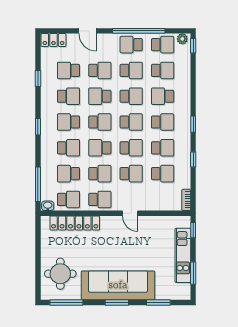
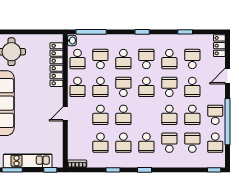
plant: (182, 39) -> (220, 160), removed
school desk: (163, 70) -> (192, 143), turned 180
school desk: (131, 122) -> (146, 115), removed

